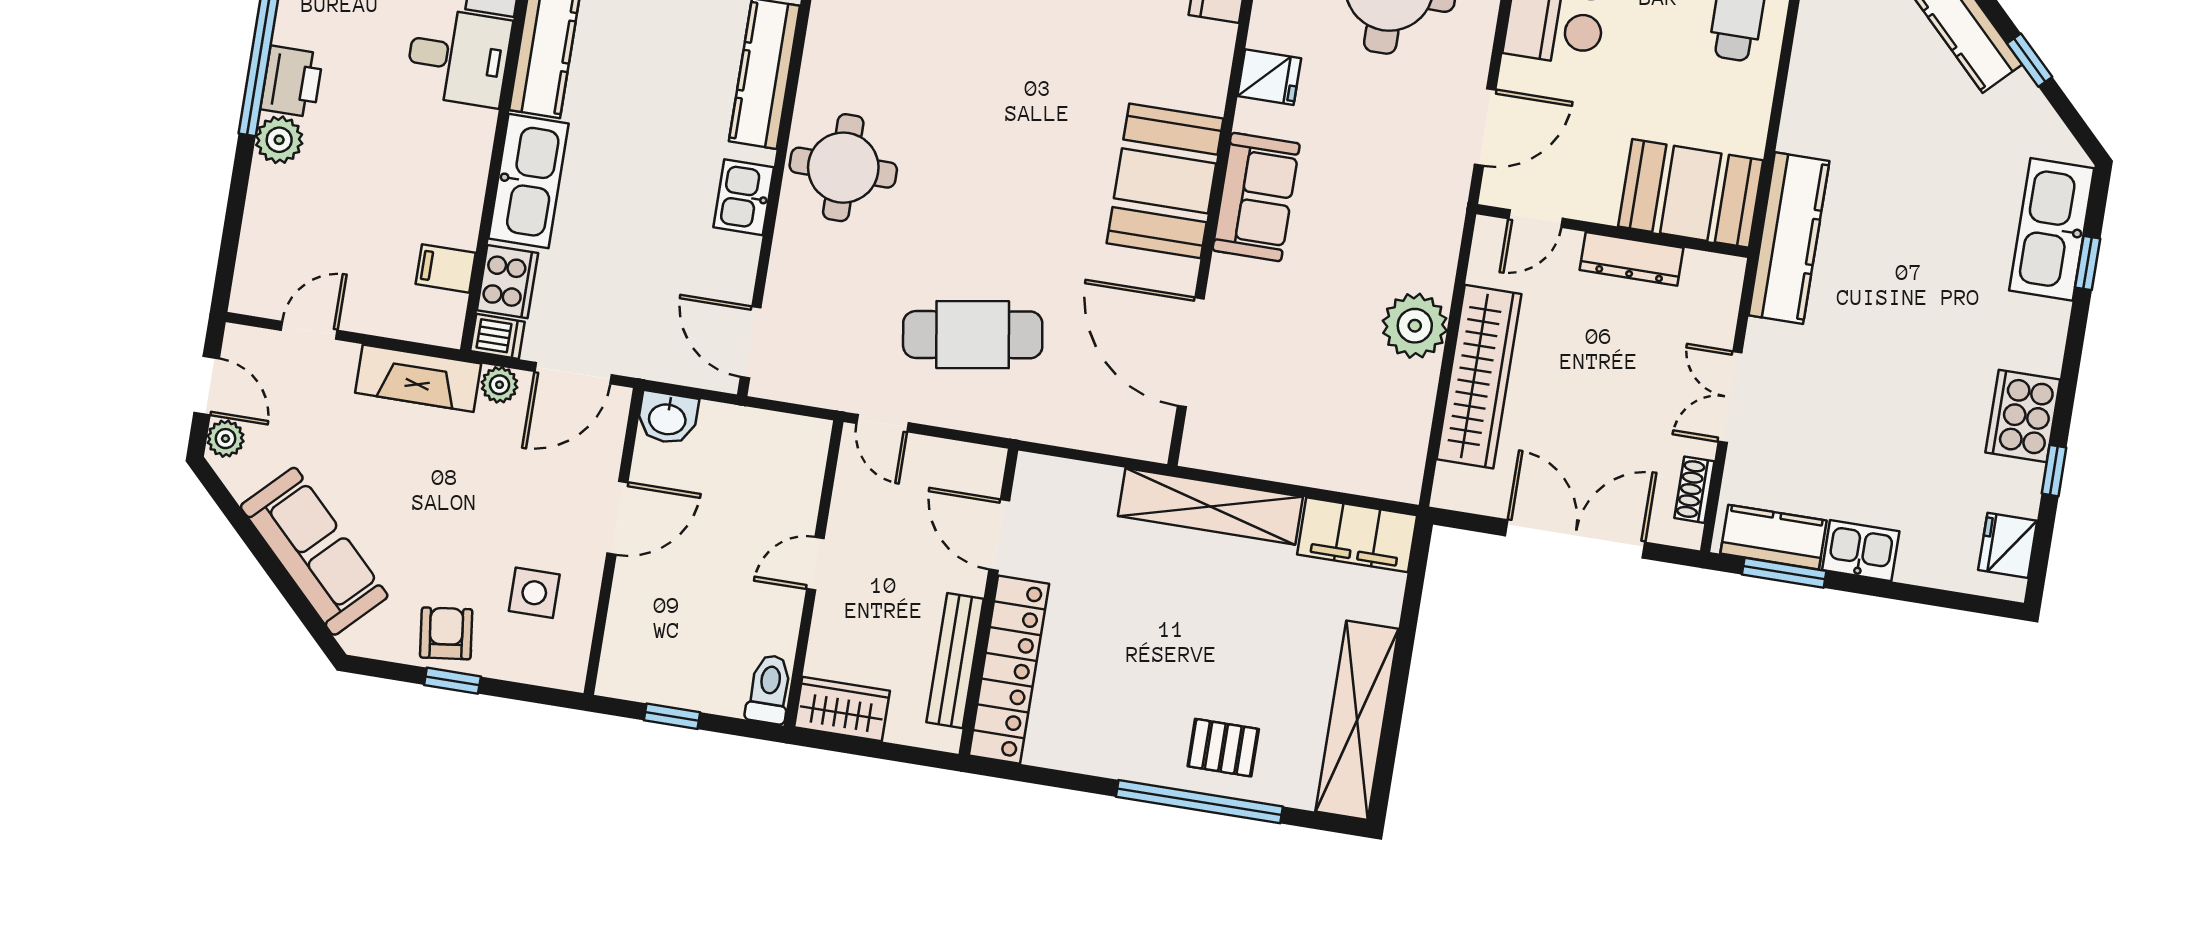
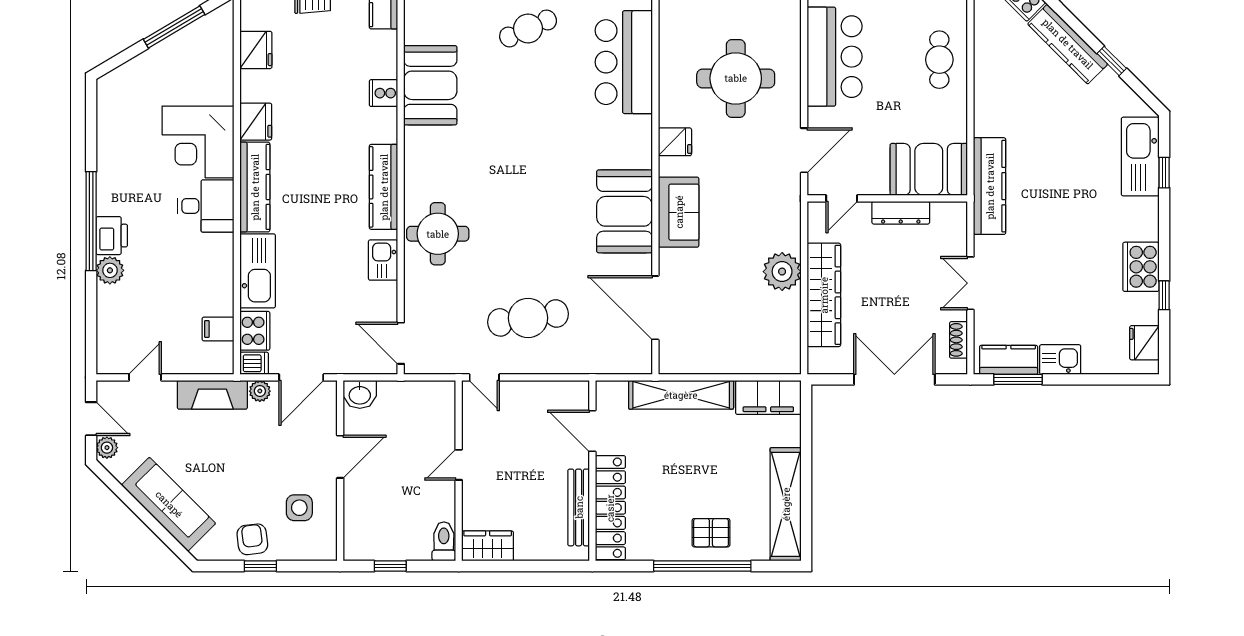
door: (999, 535) -> (592, 431), moved
wall: (988, 602) -> (592, 471), moved
bench: (955, 661) -> (579, 507), moved
locker: (1009, 670) -> (610, 508), moved

